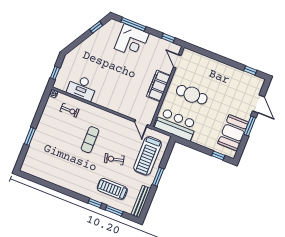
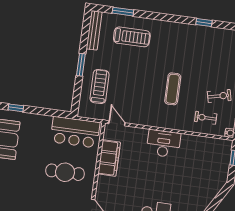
filing cabinet: (159, 86) -> (109, 158), moved
desk: (82, 88) -> (163, 144), moved
treadmill: (148, 156) -> (100, 87), width x0.73, depth x0.73
exercise bike: (114, 159) -> (219, 96), moved
window: (95, 203) -> (204, 23), moved

